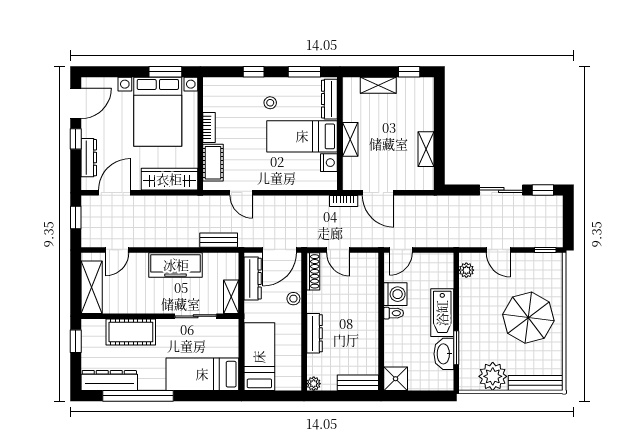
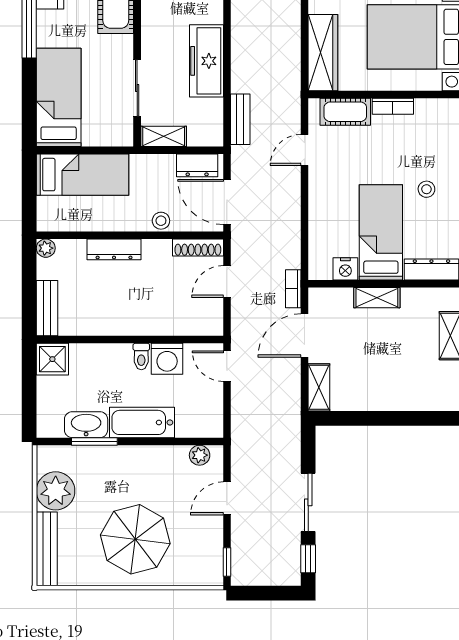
shelving: (426, 149) -> (319, 387), moved, turned 90
dresser: (253, 279) -> (197, 165), width x0.70

